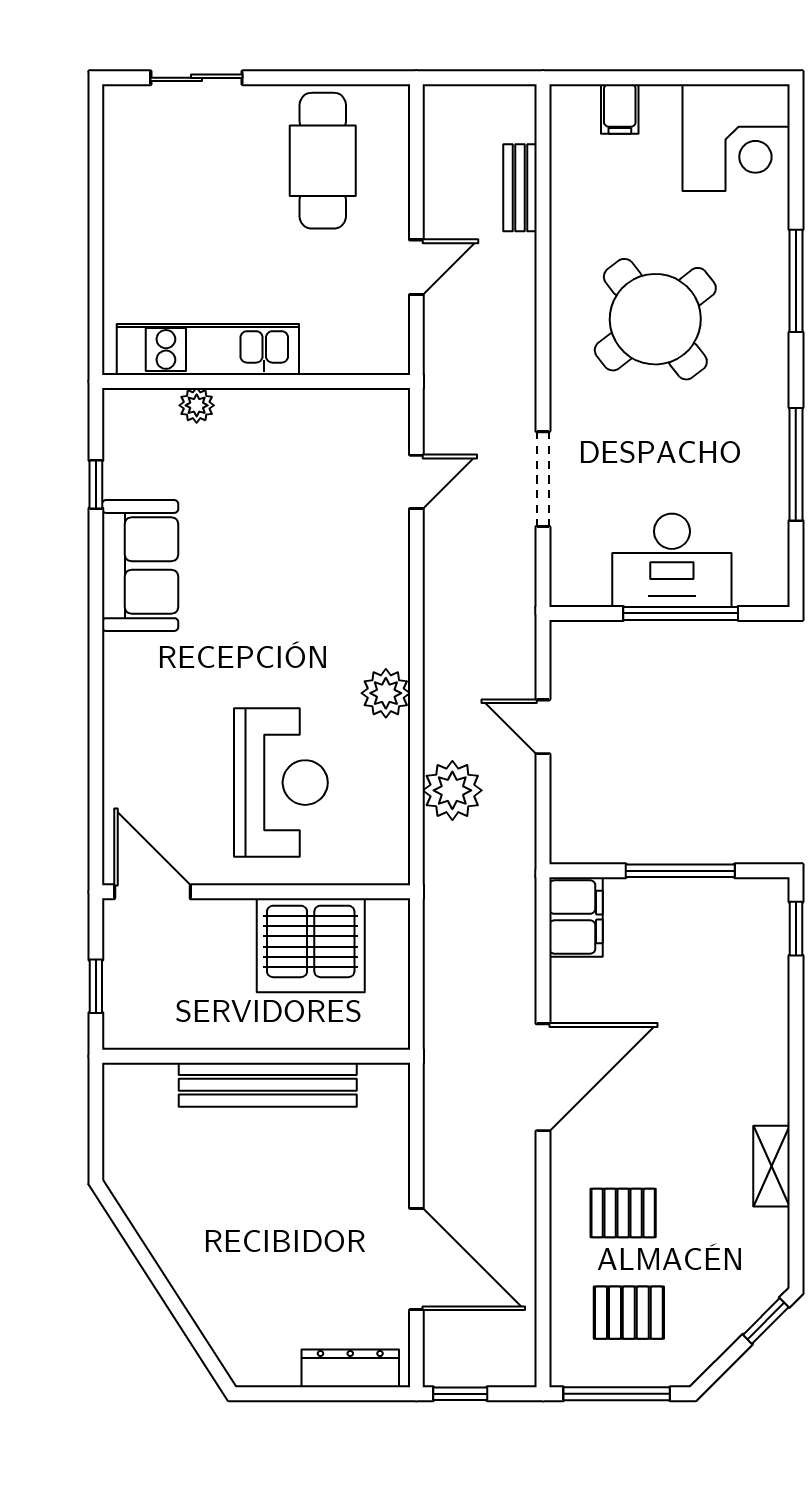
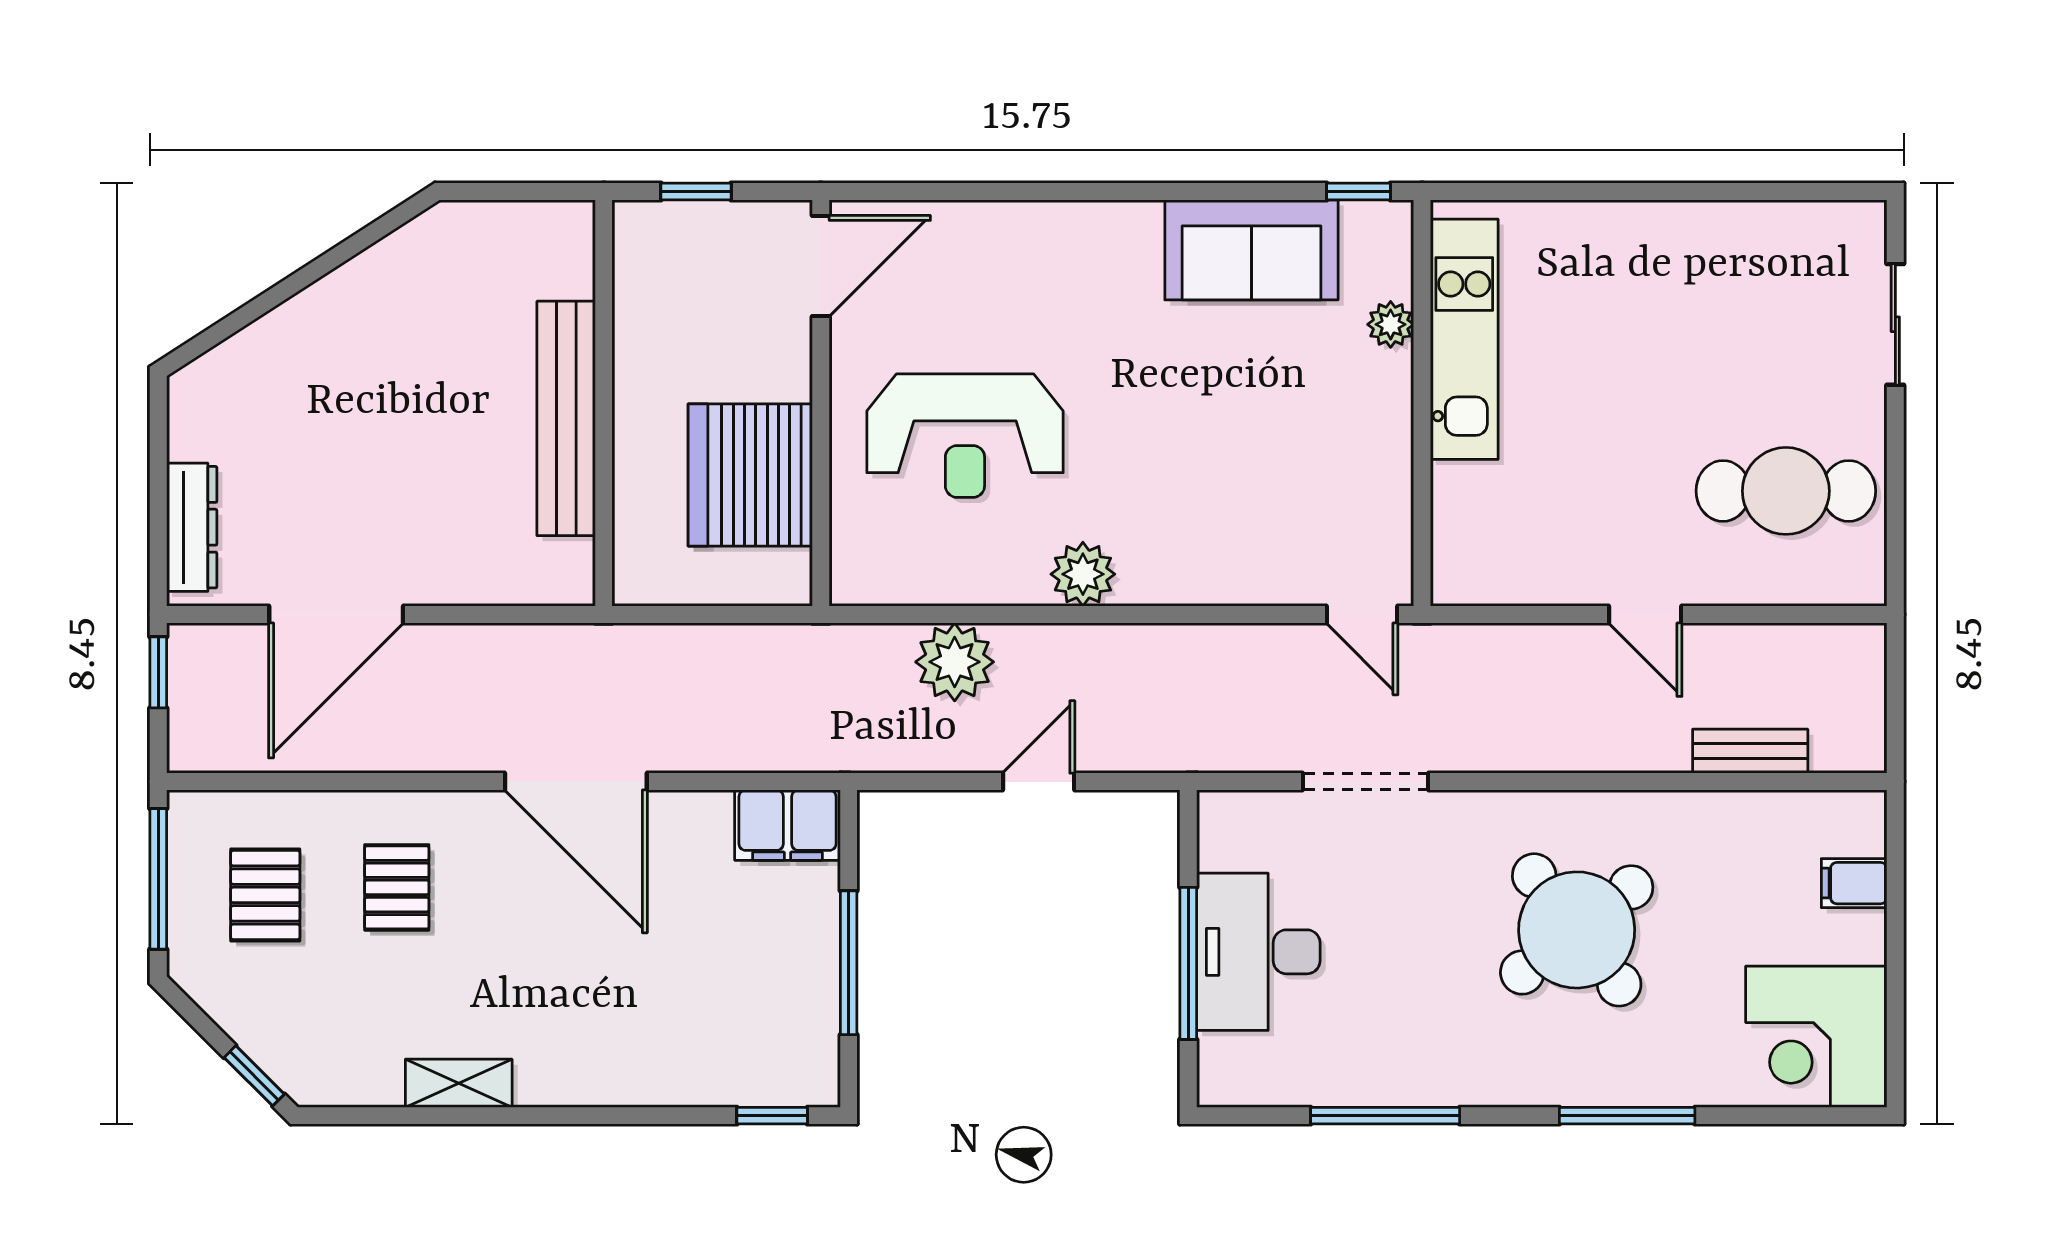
kitchen unit: (208, 349) -> (1464, 339), moved
wall: (256, 381) -> (1422, 403), moved
plant: (197, 405) -> (1391, 324), moved

